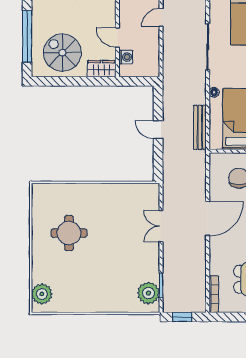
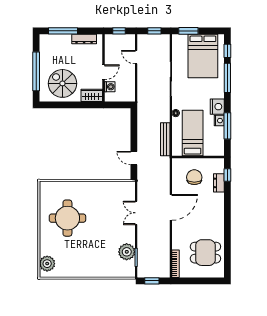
door: (161, 17) -> (136, 57), hinge flipped
door: (117, 38) -> (104, 72), swing flipped
door: (158, 130) -> (134, 158), moved
round table: (69, 233) -> (67, 218), width x1.36, depth x1.36
plant: (148, 293) -> (127, 252), moved

